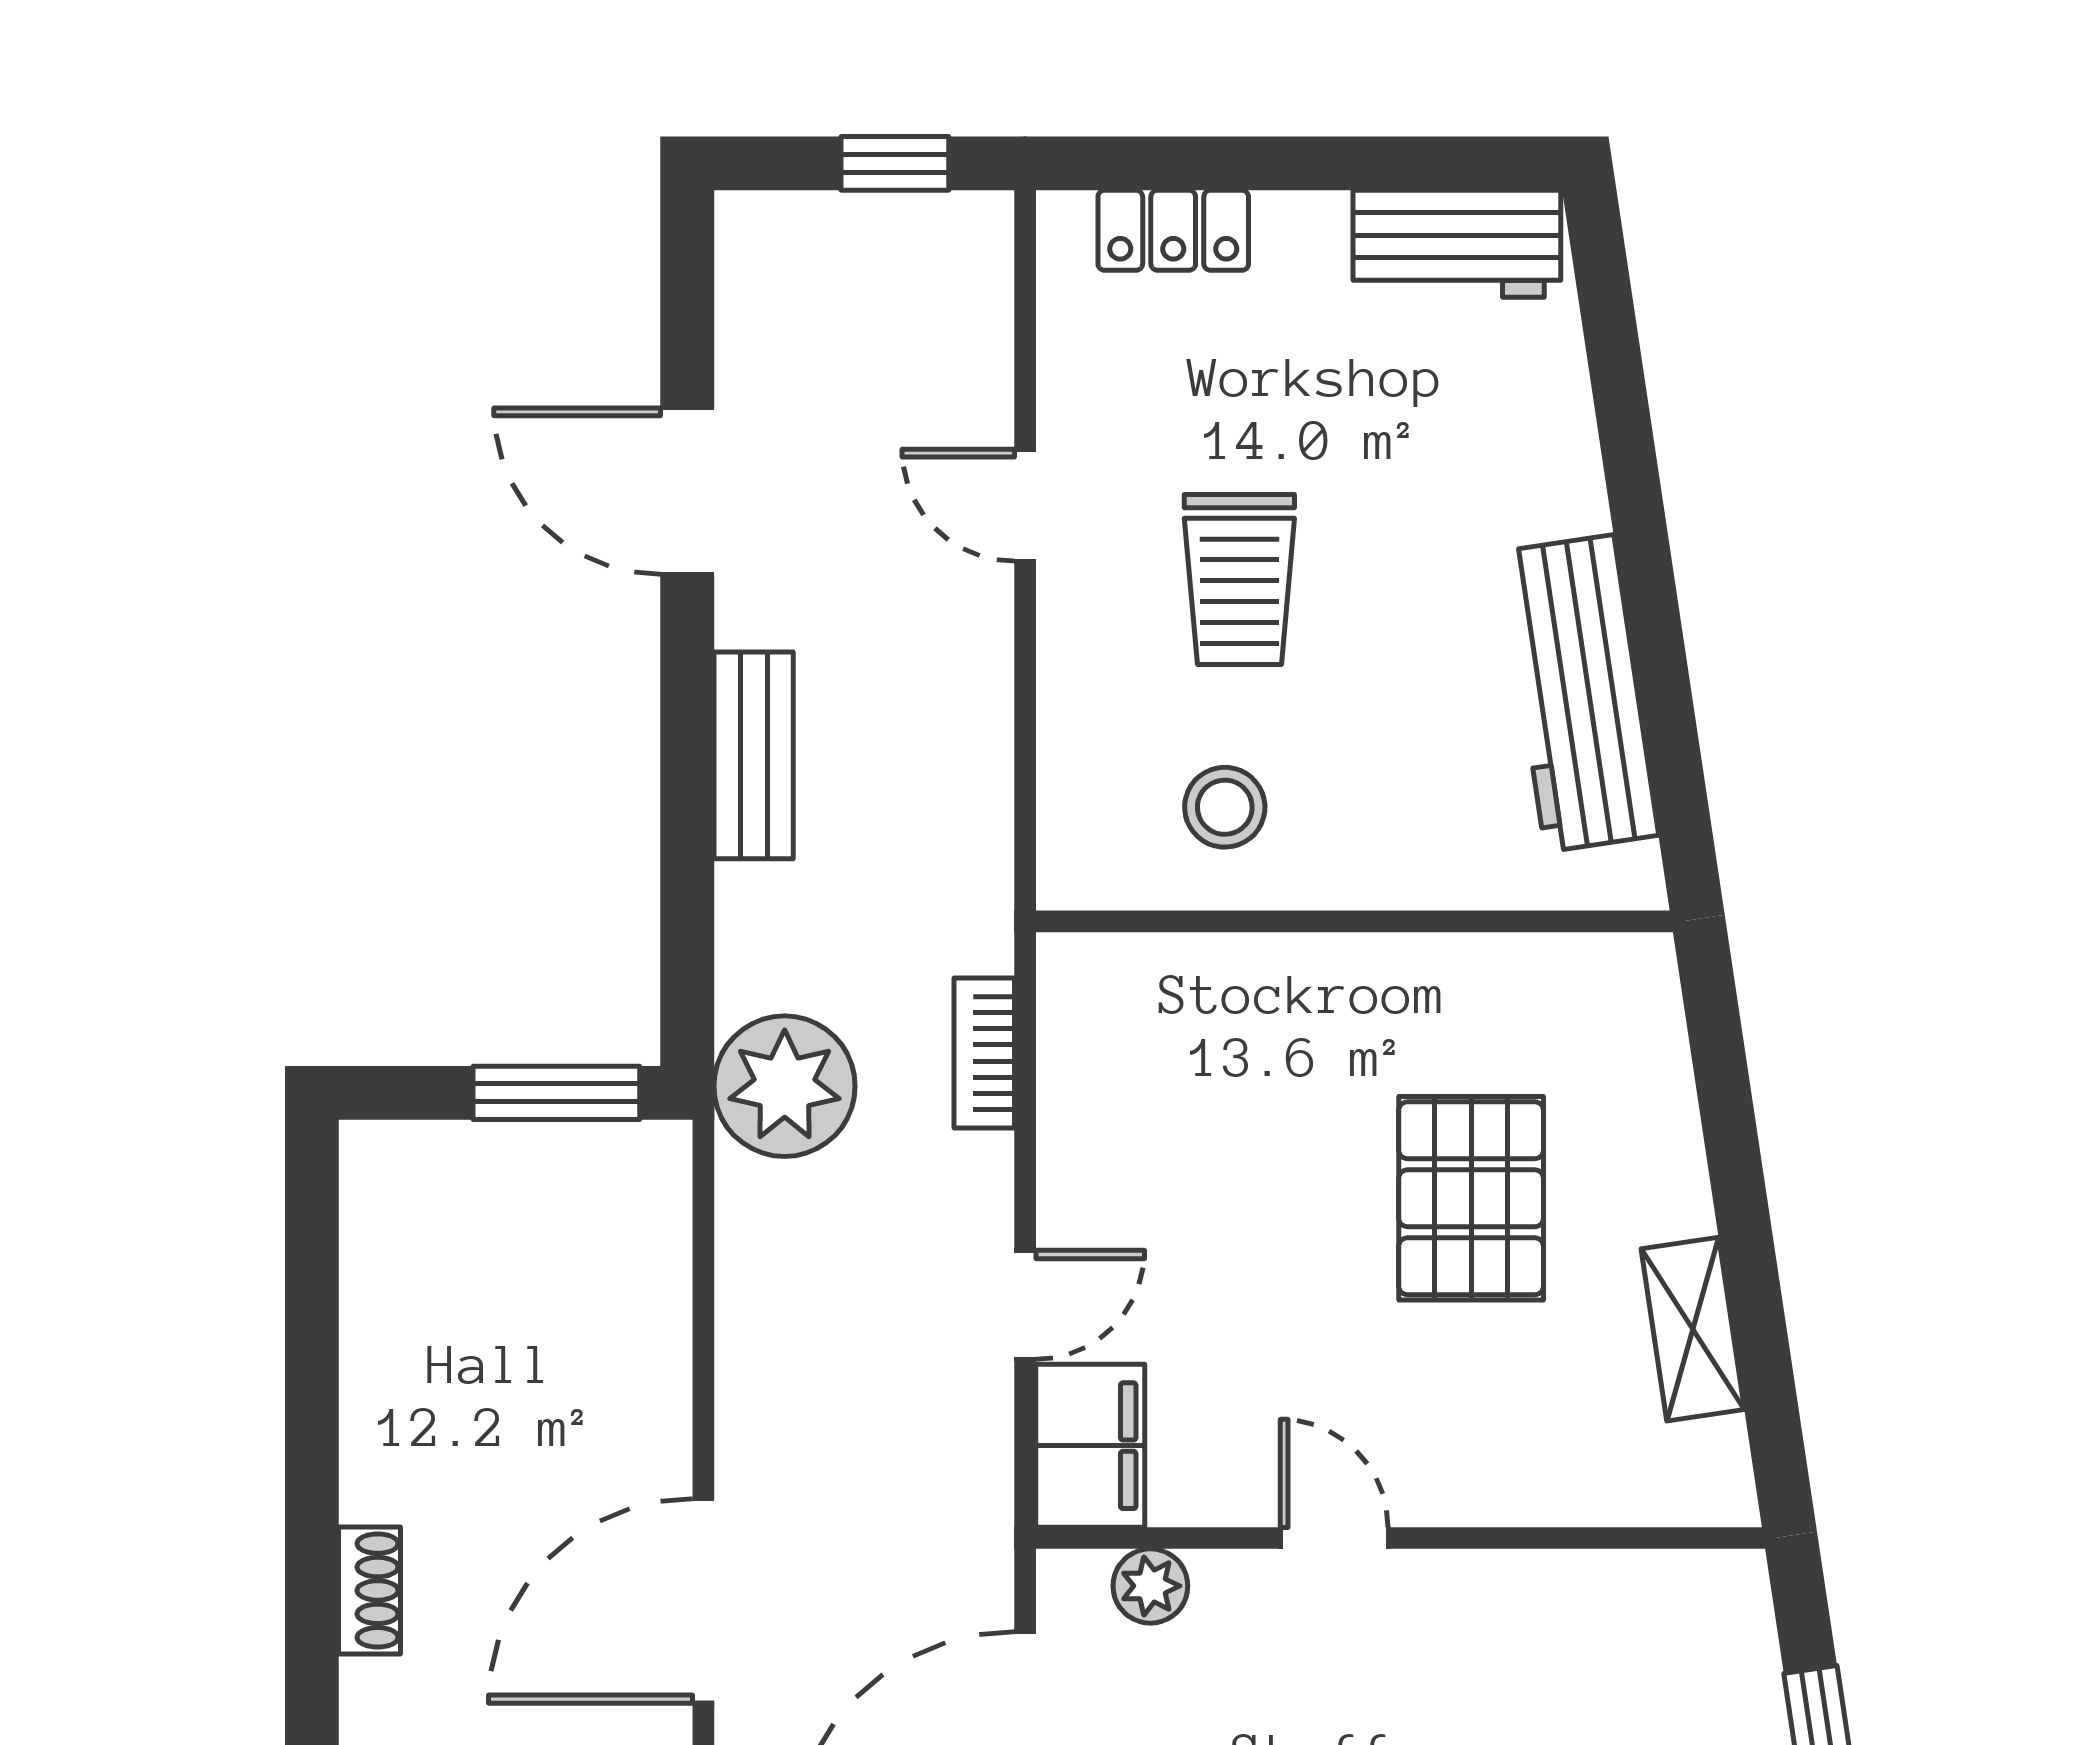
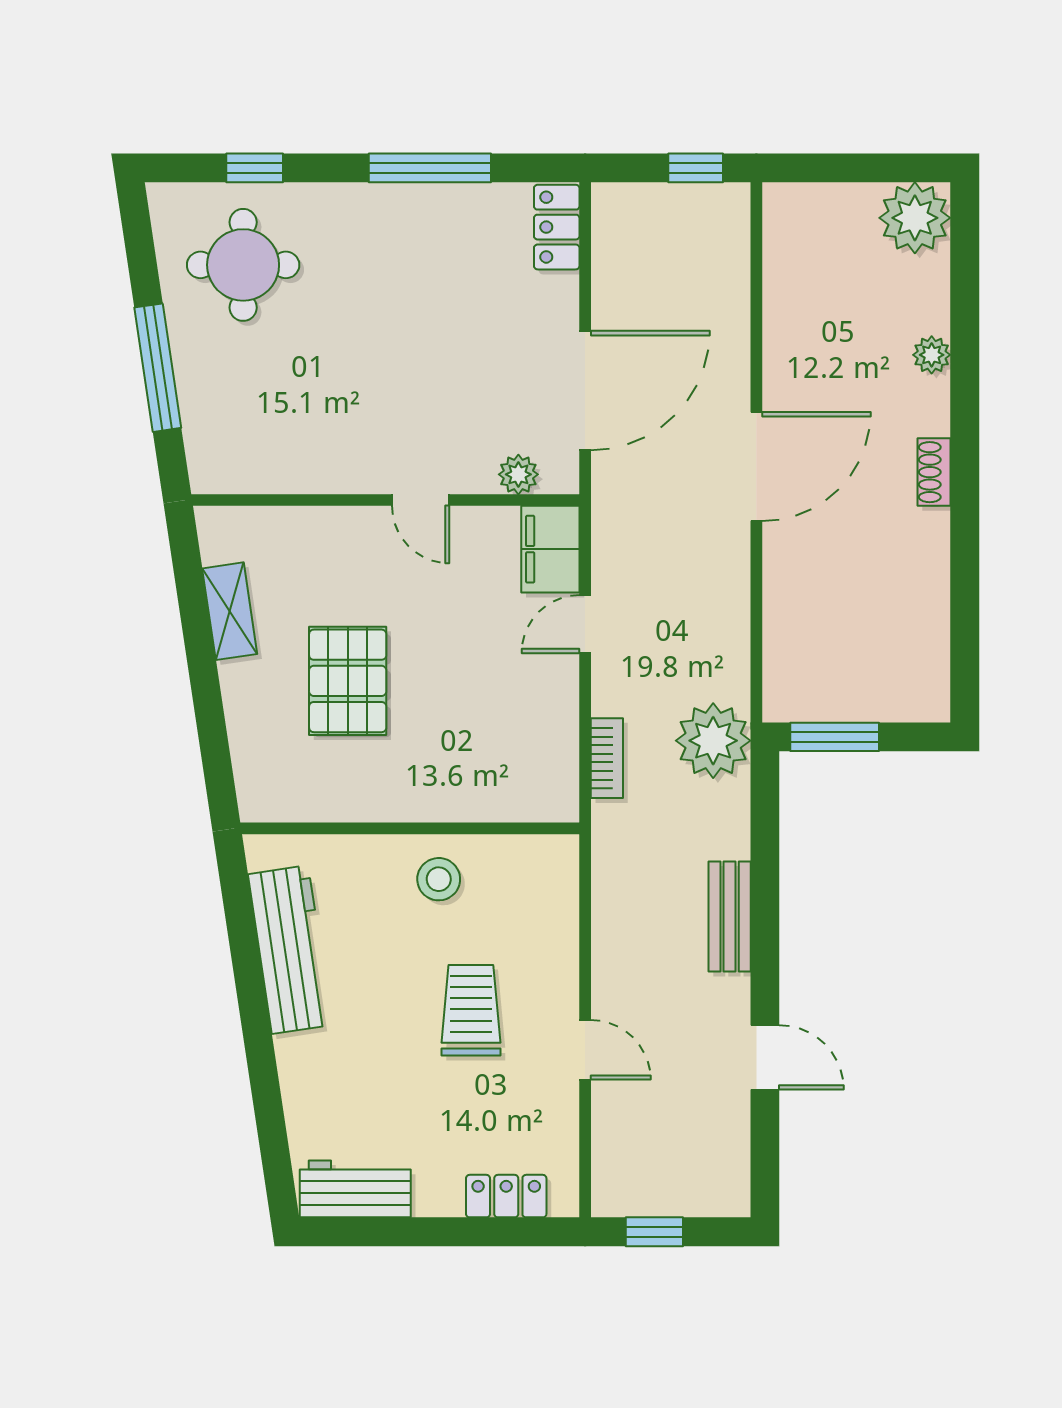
door: (687, 491) -> (765, 1057), width x0.73
stool: (1225, 807) -> (439, 879), moved

